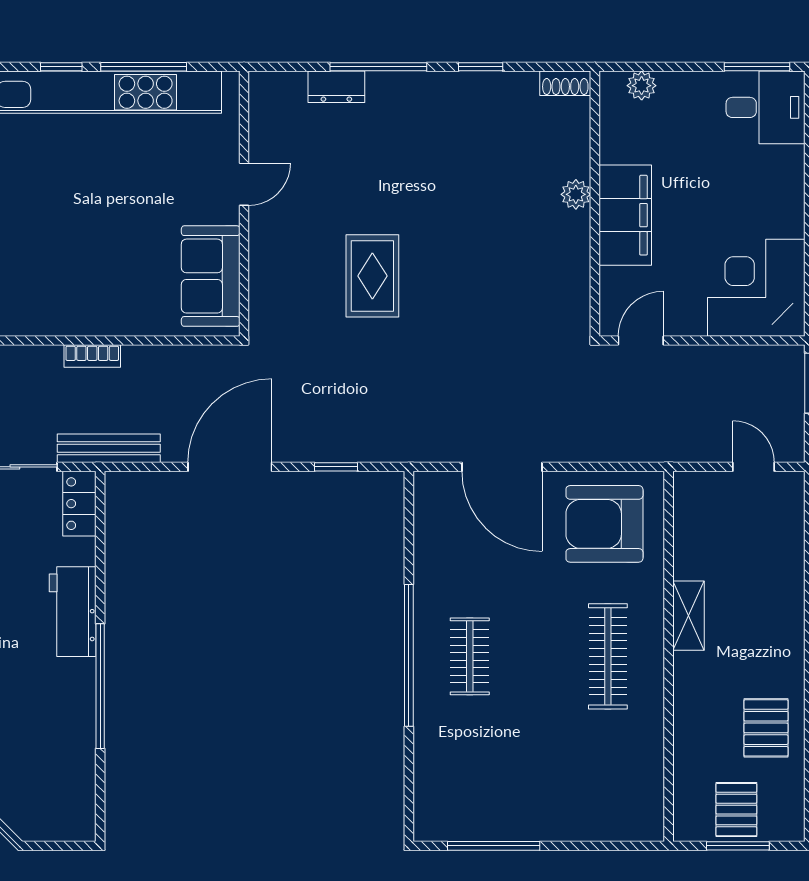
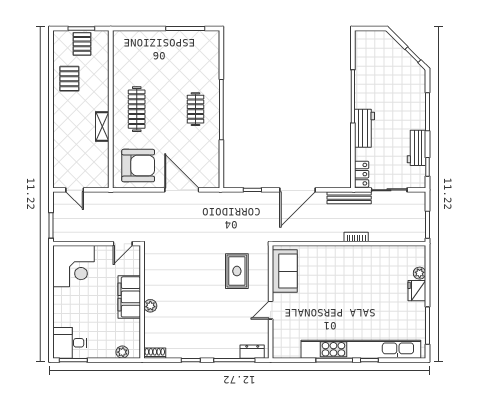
door: (244, 184) -> (271, 310), moved
wall: (244, 204) -> (271, 302), moved
sofa: (211, 276) -> (285, 271), moved

